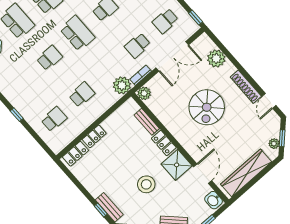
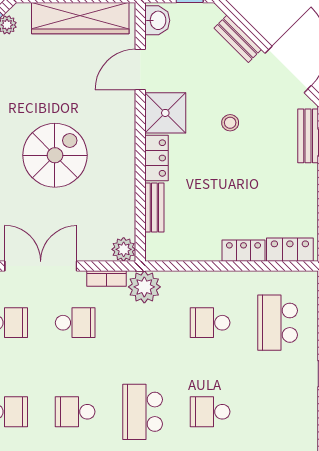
school desk: (54, 119) -> (278, 323), width x1.85
stool: (146, 184) -> (230, 123), width x0.53, depth x0.53

